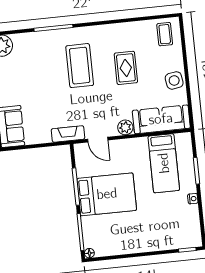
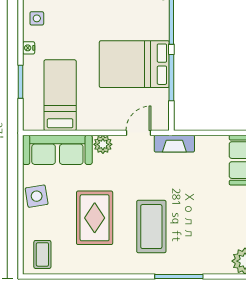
rug: (126, 68) -> (95, 218), width x1.36, depth x1.43
door: (98, 140) -> (138, 133), hinge flipped
side table: (189, 223) -> (37, 18), added

